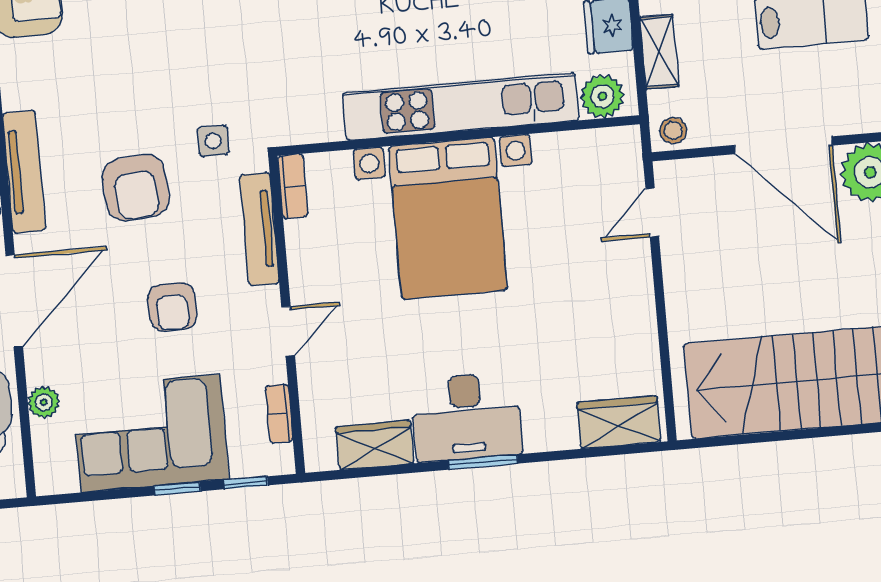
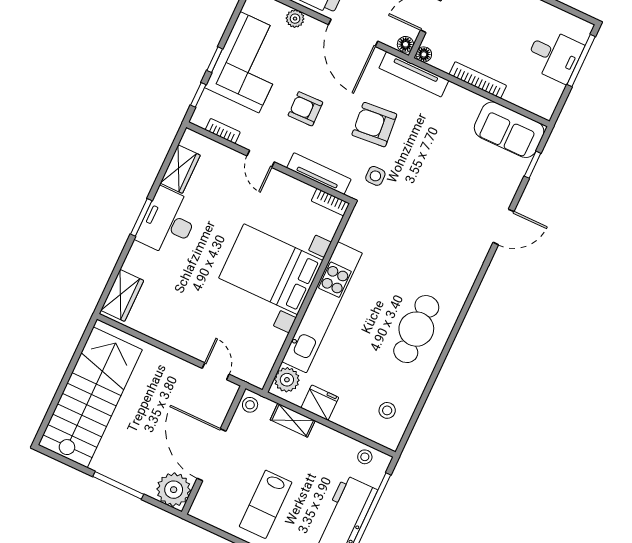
door: (783, 145) -> (211, 455), hinge flipped

